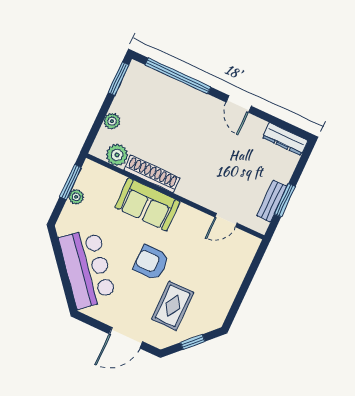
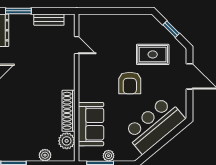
window: (285, 200) -> (18, 11), moved
sofa: (147, 204) -> (91, 124), moved

